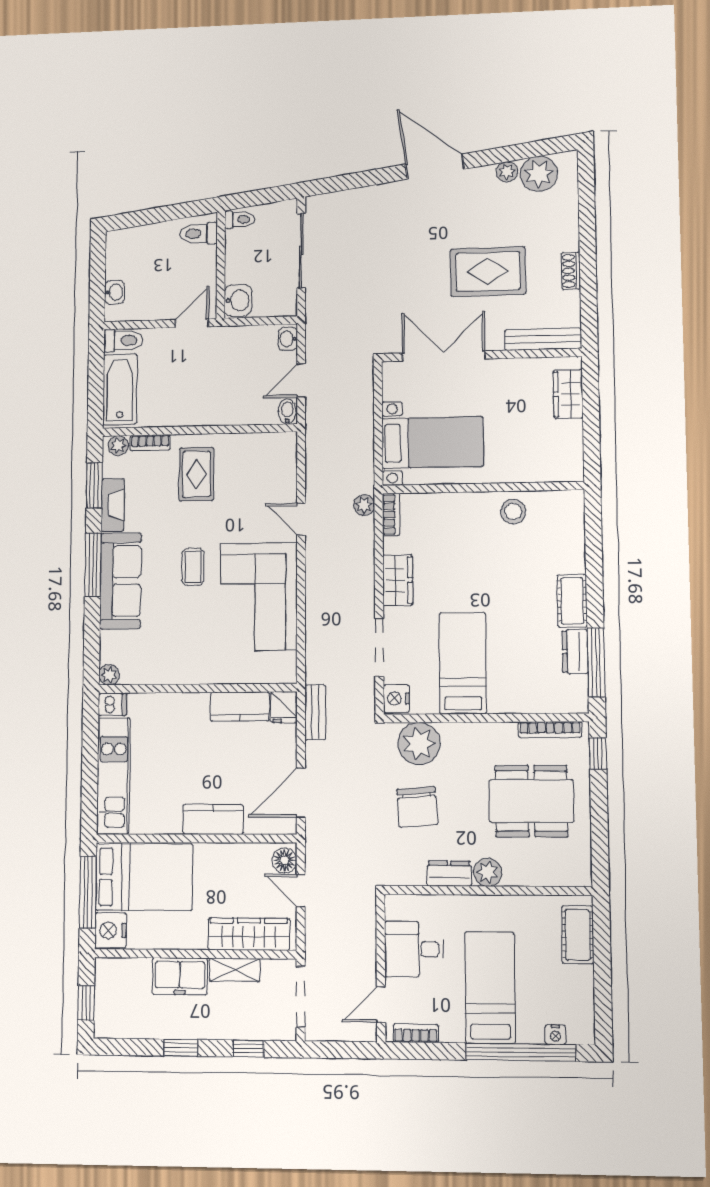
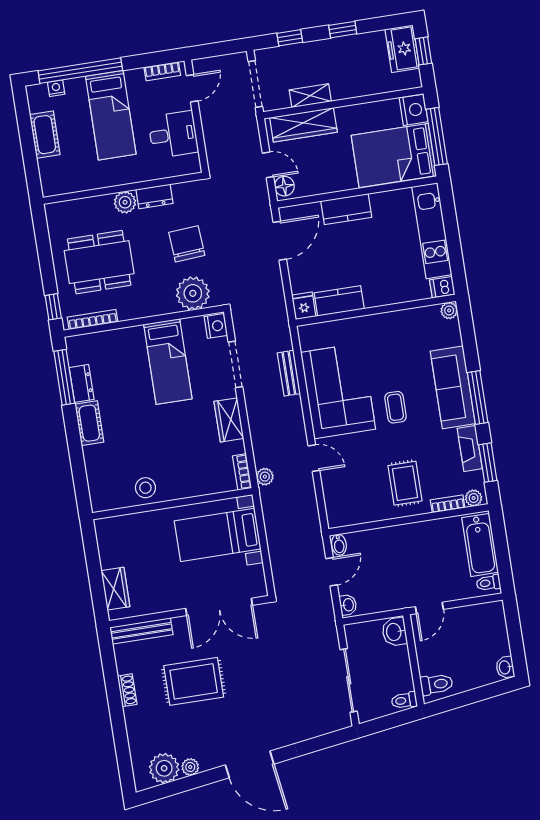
washbasin: (115, 292) -> (505, 667), moved
toilet: (123, 340) -> (488, 583), width x0.73, depth x0.72
bench: (315, 712) -> (289, 373), moved
cot: (578, 935) -> (45, 135), moved
freezer: (180, 976) -> (402, 49), moved, turned -90

